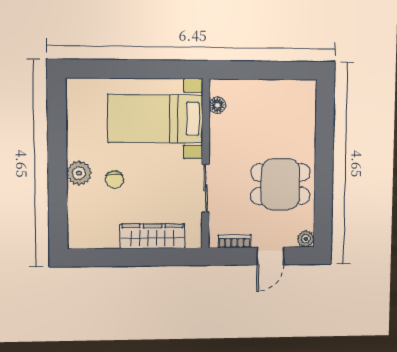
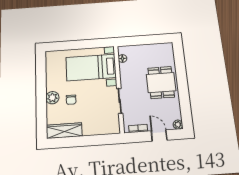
dining table: (280, 184) -> (161, 82), moved, turned 90
wardrobe: (153, 236) -> (64, 131), moved
door: (270, 256) -> (159, 136), swing flipped

